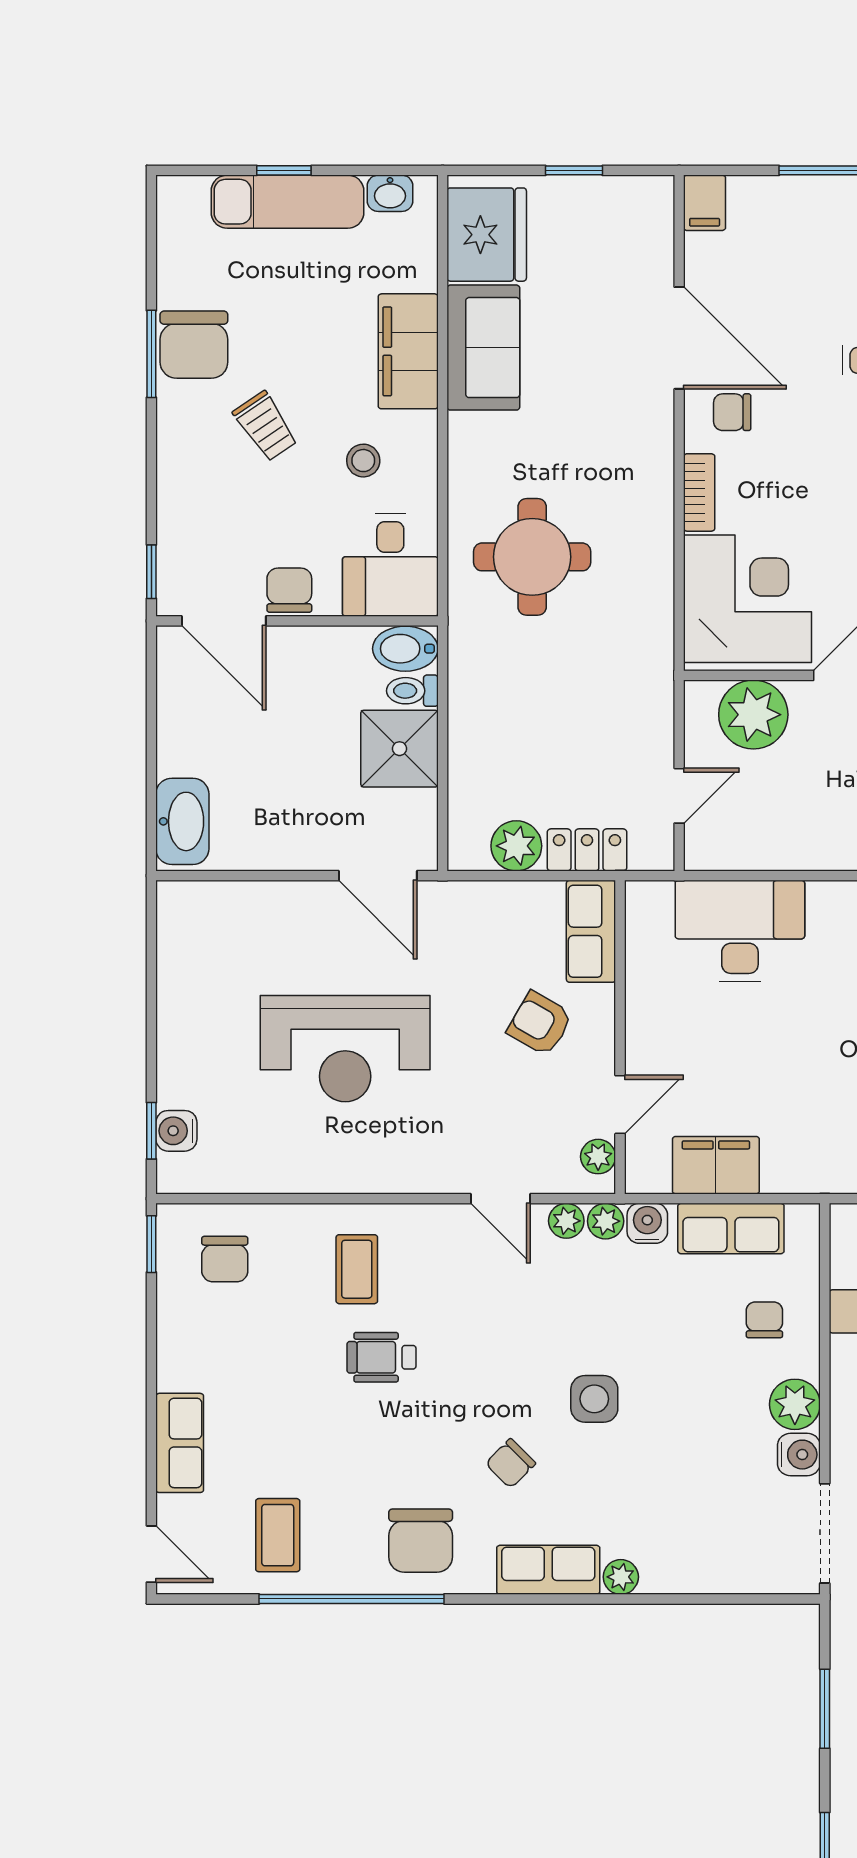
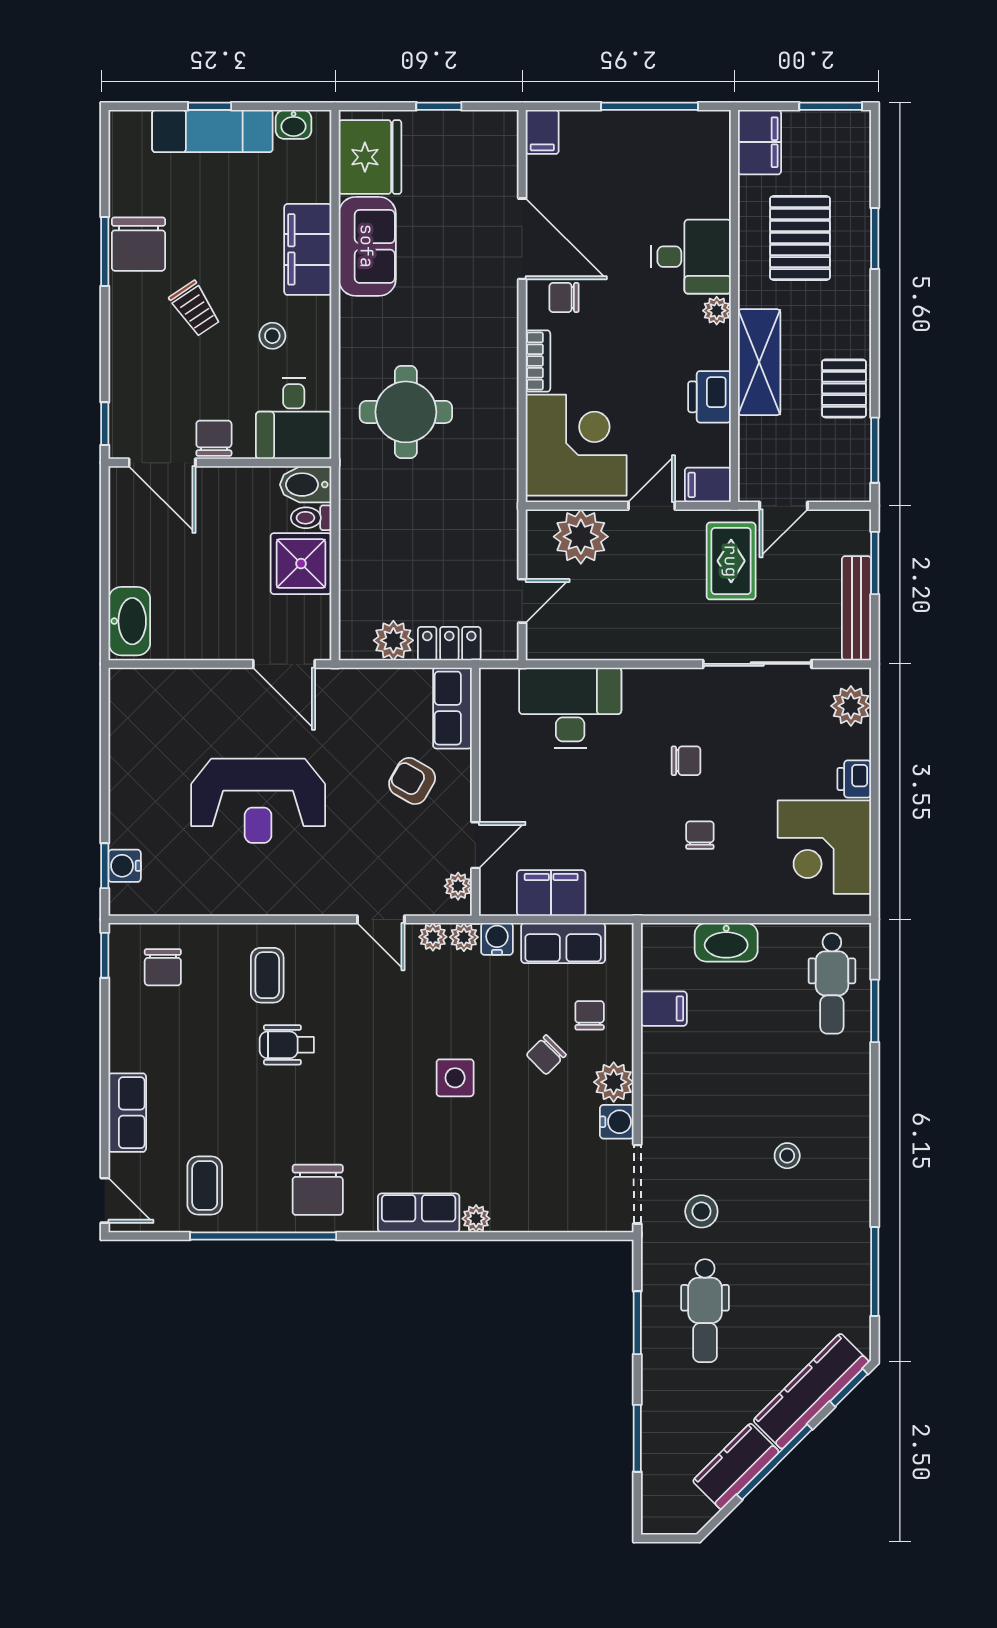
chair: (511, 1463) -> (546, 1055), moved

